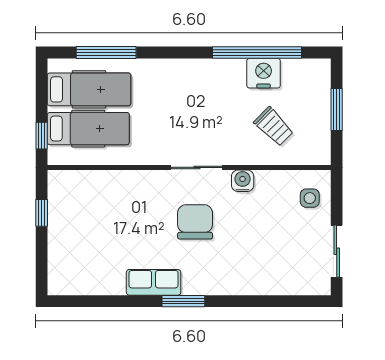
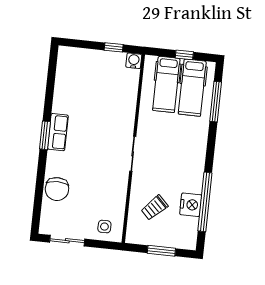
window: (42, 136) -> (184, 55), moved
water cooler: (243, 181) -> (134, 61), moved, turned -90
chair: (195, 222) -> (57, 189), moved, turned 90
row of seats: (154, 282) -> (58, 132), moved

